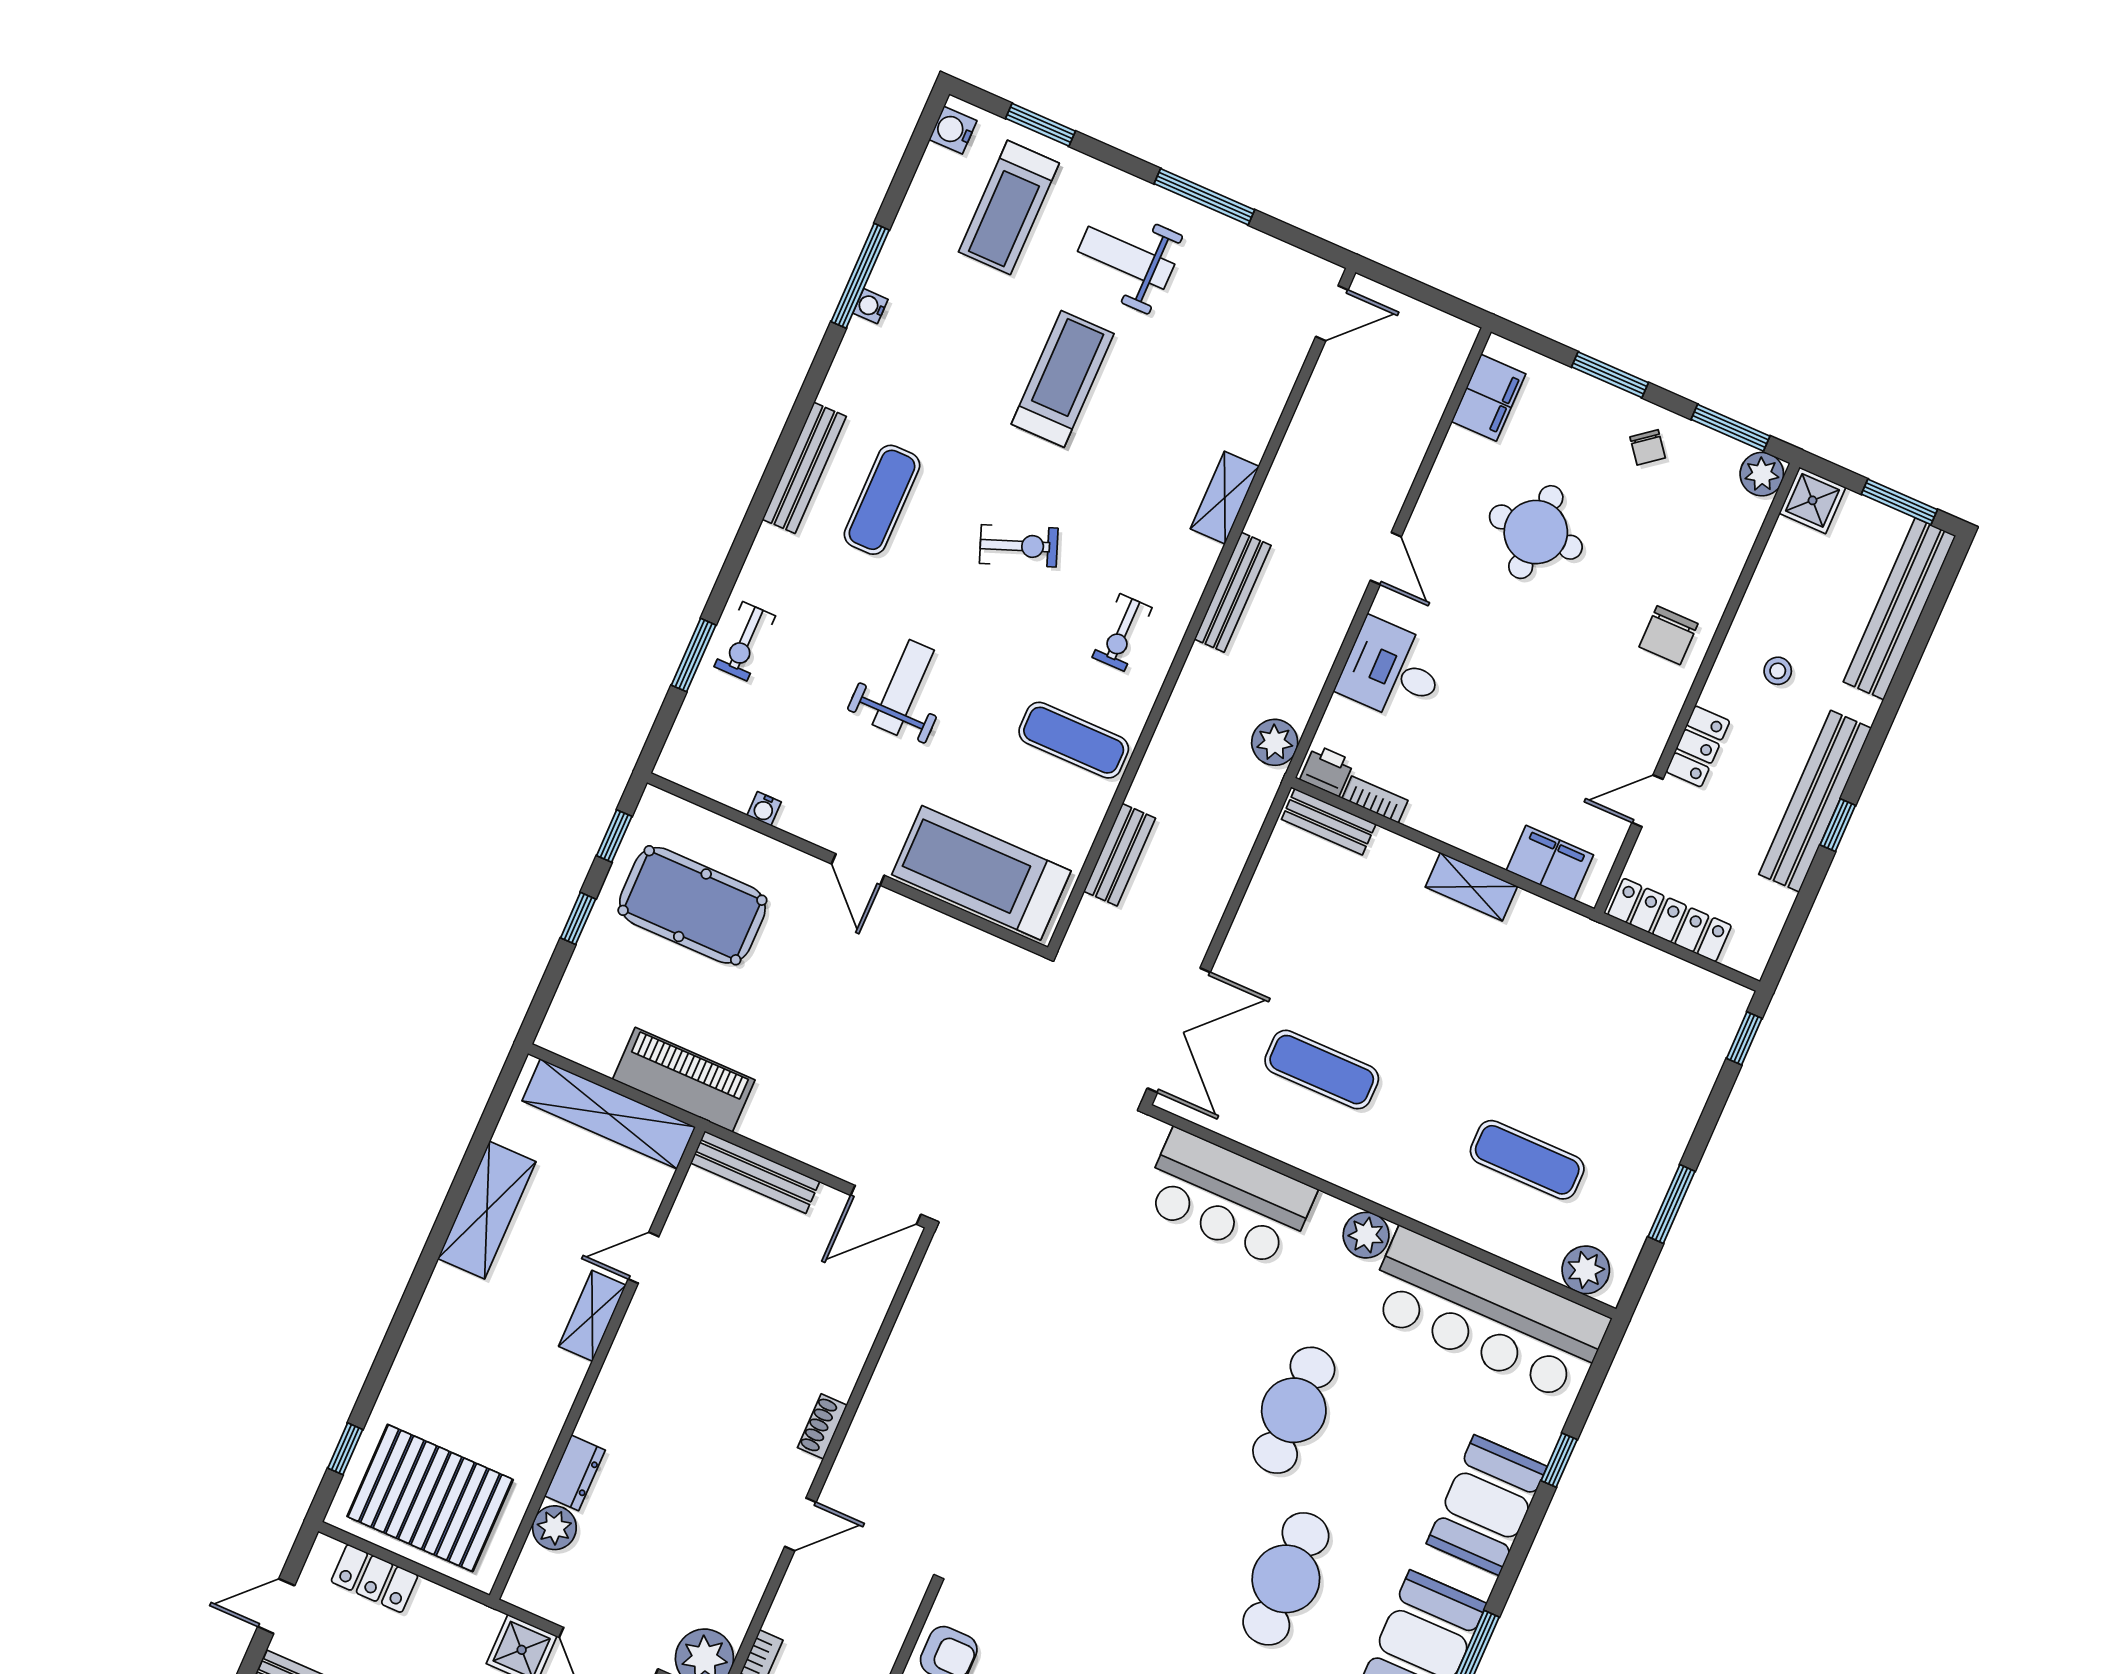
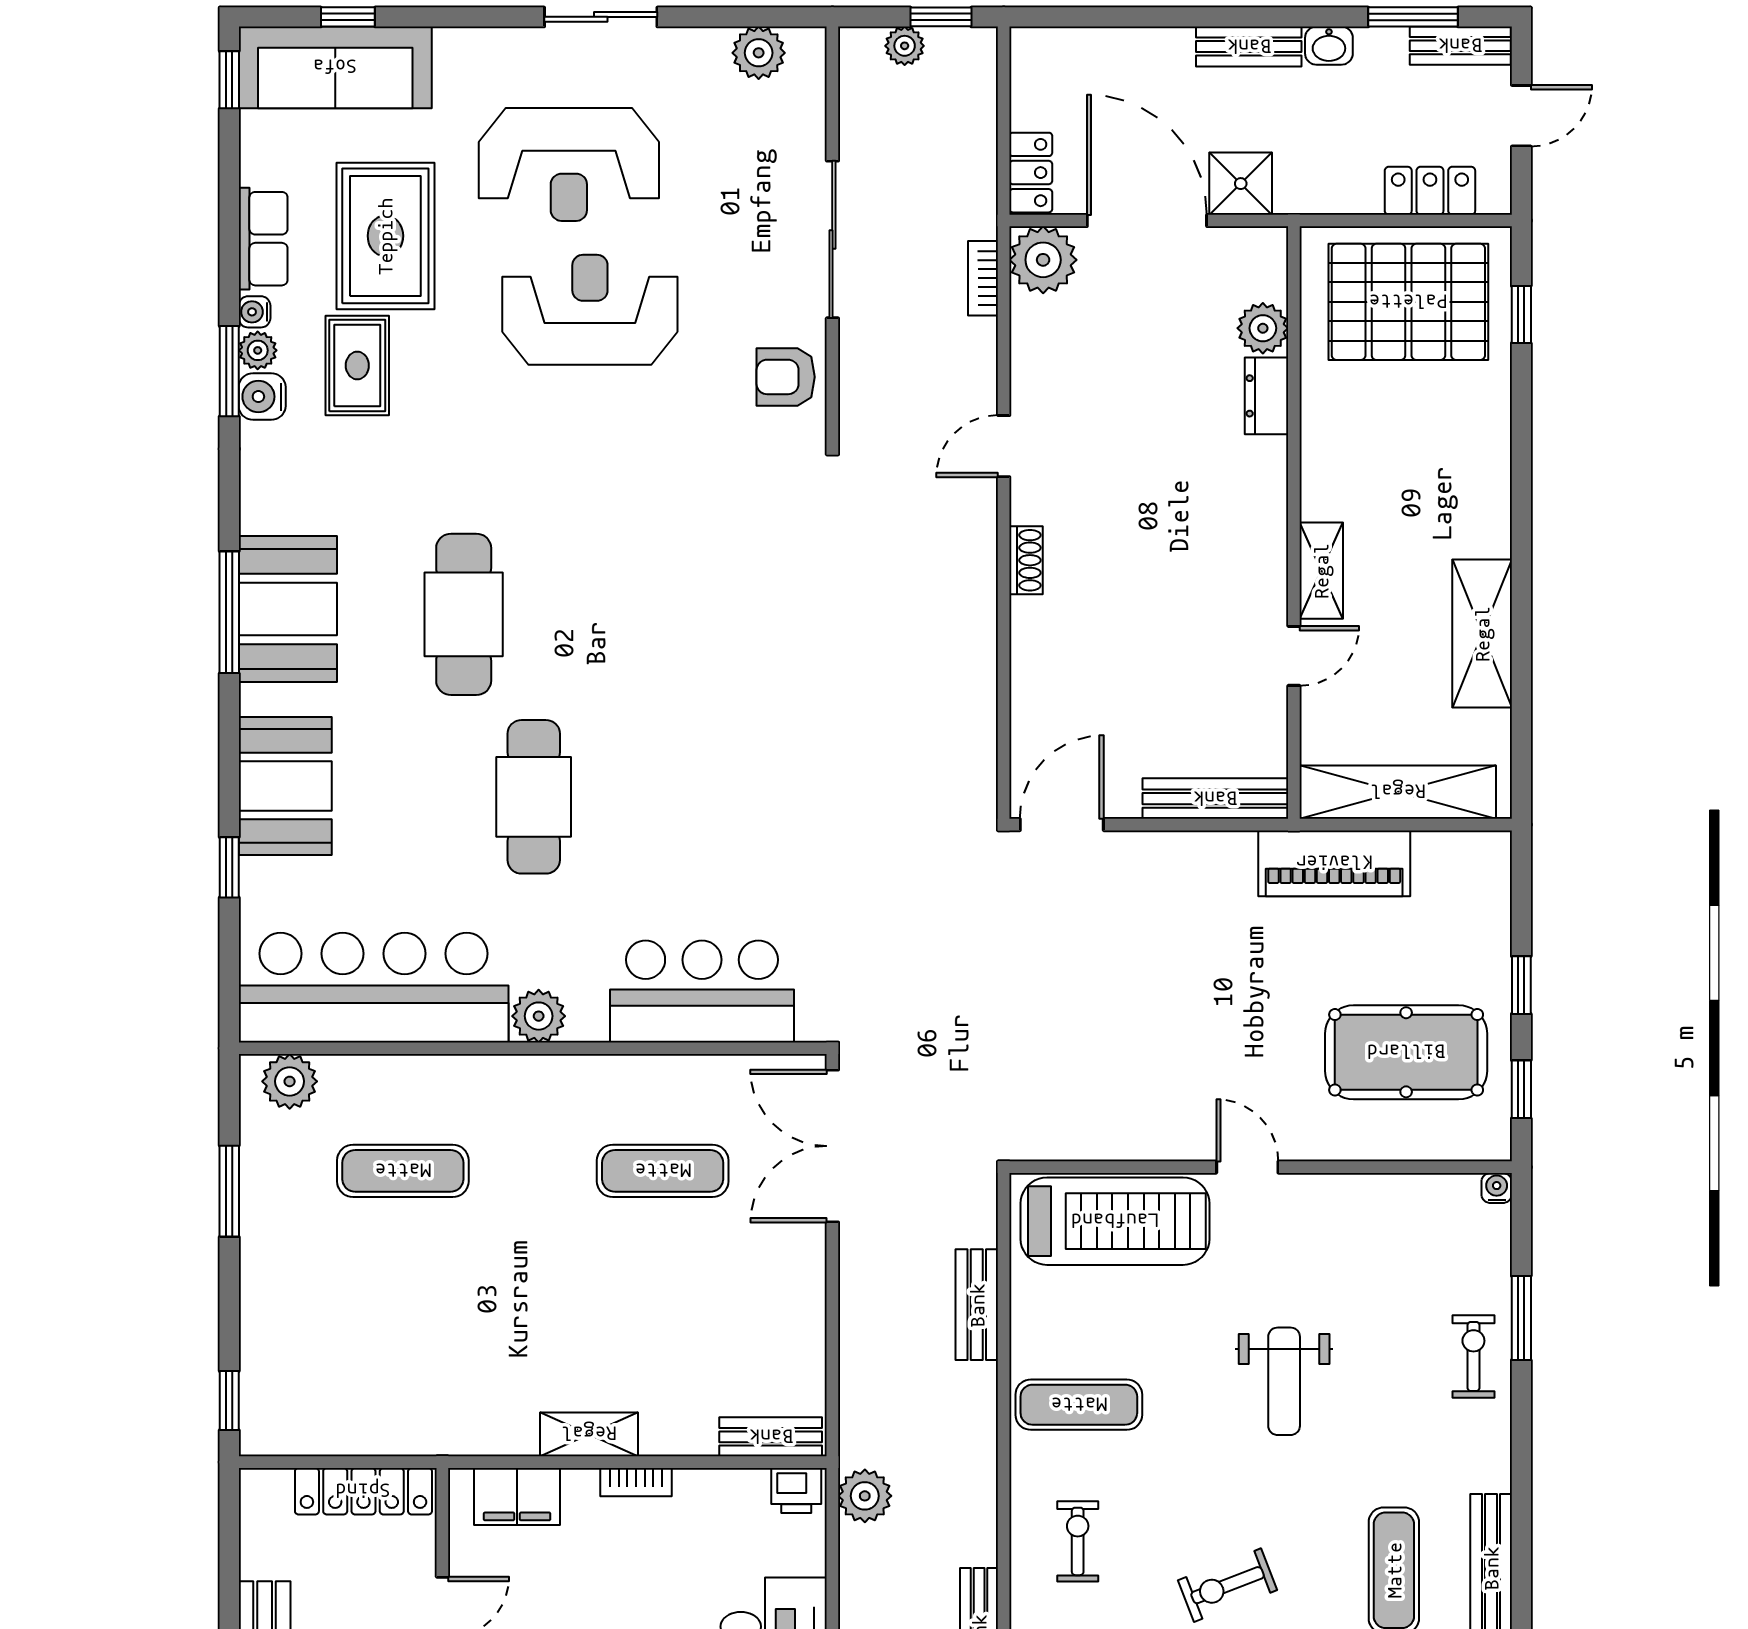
bookcase: (1375, 799) -> (636, 1482), moved
water cooler: (764, 809) -> (1497, 1188), moved

